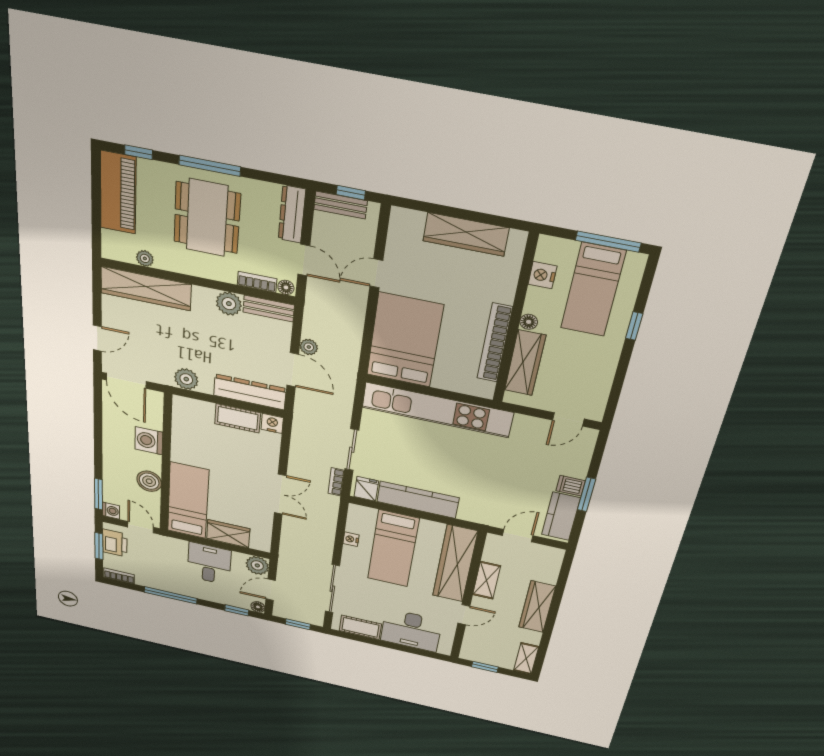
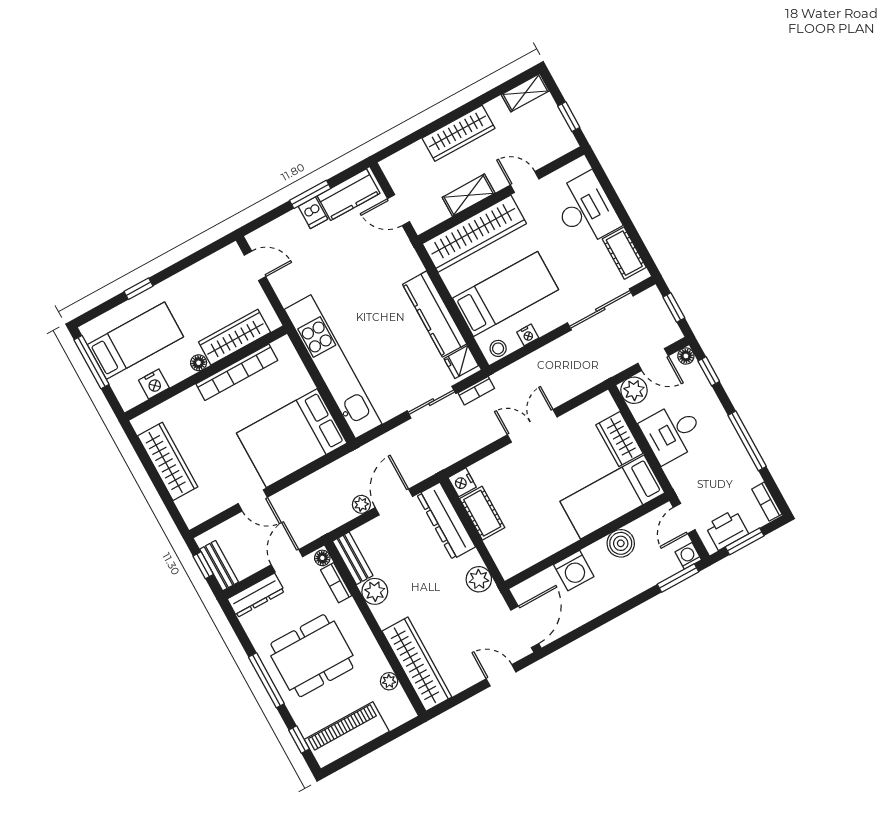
stool: (357, 516) -> (498, 348), added

